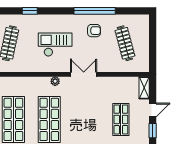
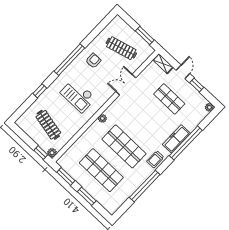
window: (95, 11) -> (69, 60), moved
checkout: (55, 45) -> (78, 95), turned -90
window: (153, 52) -> (145, 36), added
double door: (84, 74) -> (126, 85), moved

